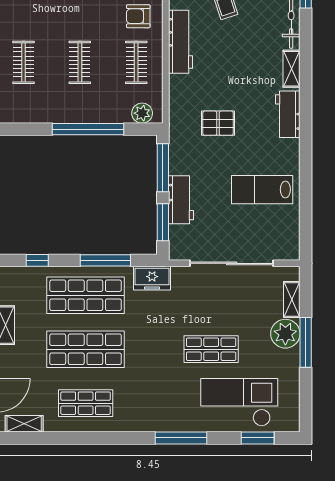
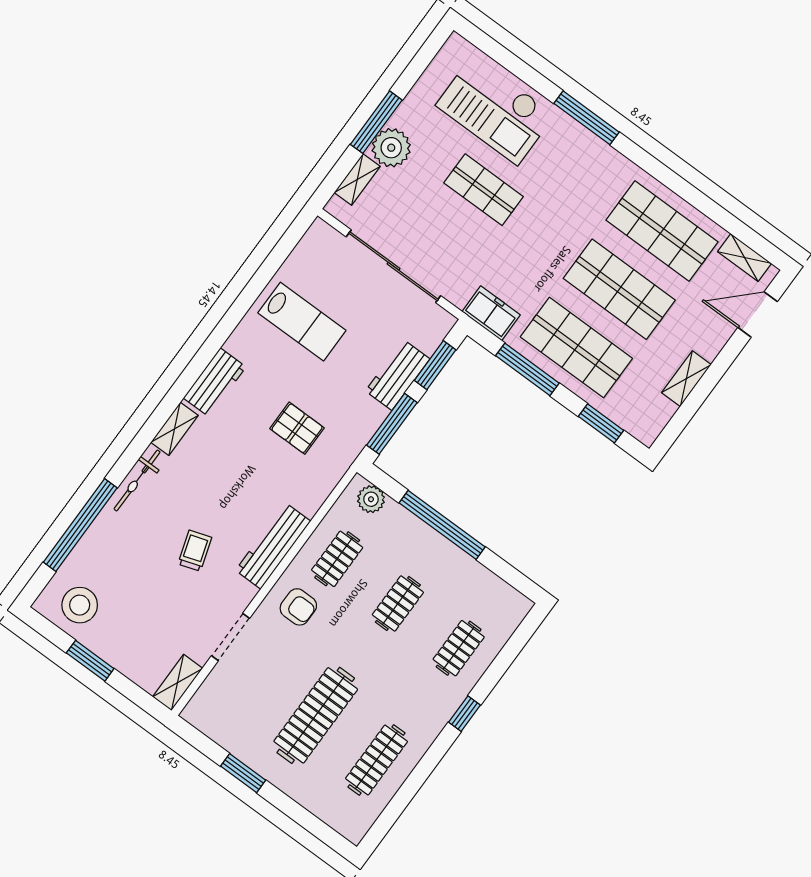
window: (37, 260) -> (601, 423), width x1.50
shop shelf: (86, 403) -> (662, 231), width x1.43, depth x1.36
window: (258, 438) -> (504, 57), removed

